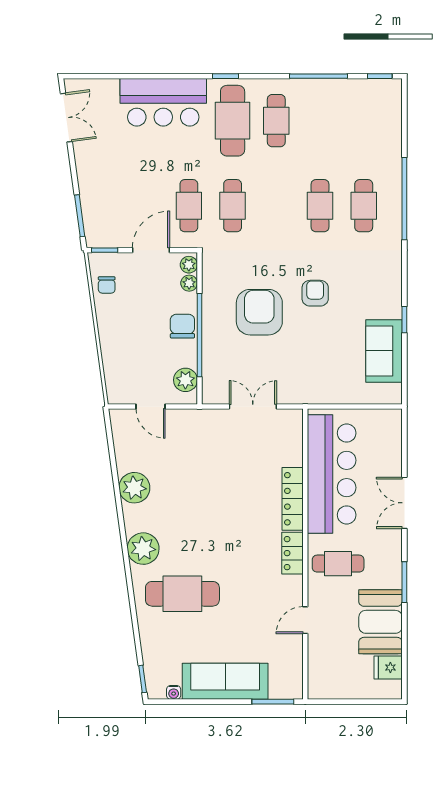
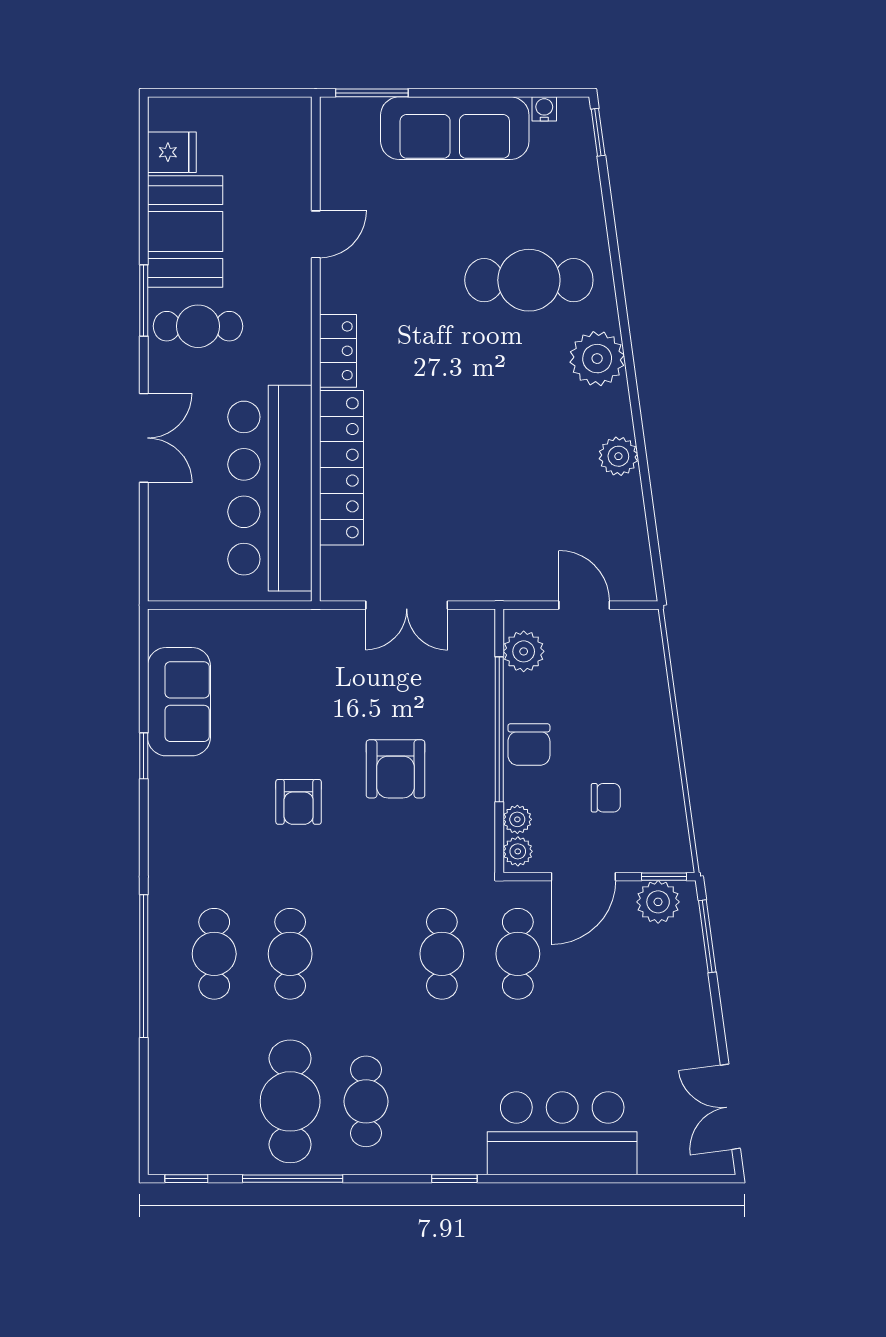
cafe table: (233, 121) -> (290, 1101), moved
plant: (108, 236) -> (658, 902), added
chair: (107, 285) -> (606, 798), moved, turned 90
armchair: (259, 312) -> (396, 769), width x0.73, depth x0.73
plant: (134, 488) -> (618, 456), width x0.73, depth x0.73
locker: (293, 499) -> (341, 468), width x1.41, depth x1.21
cafe table: (338, 564) -> (198, 326), moved

